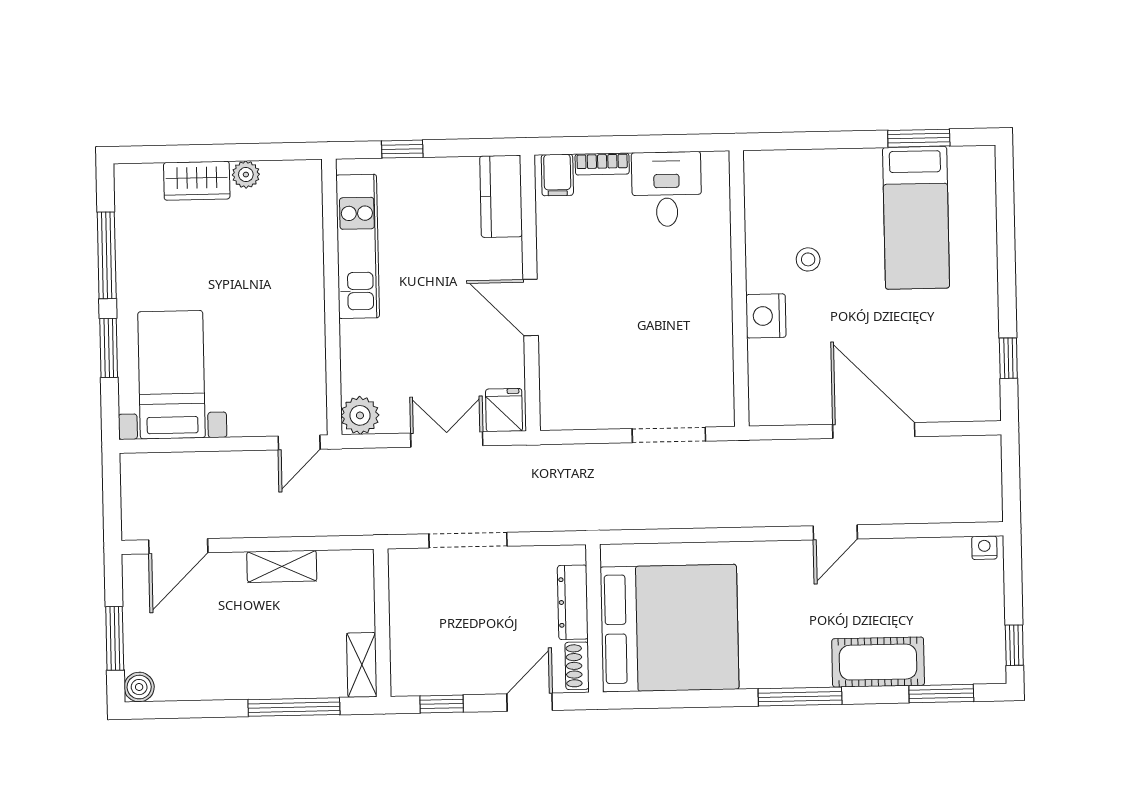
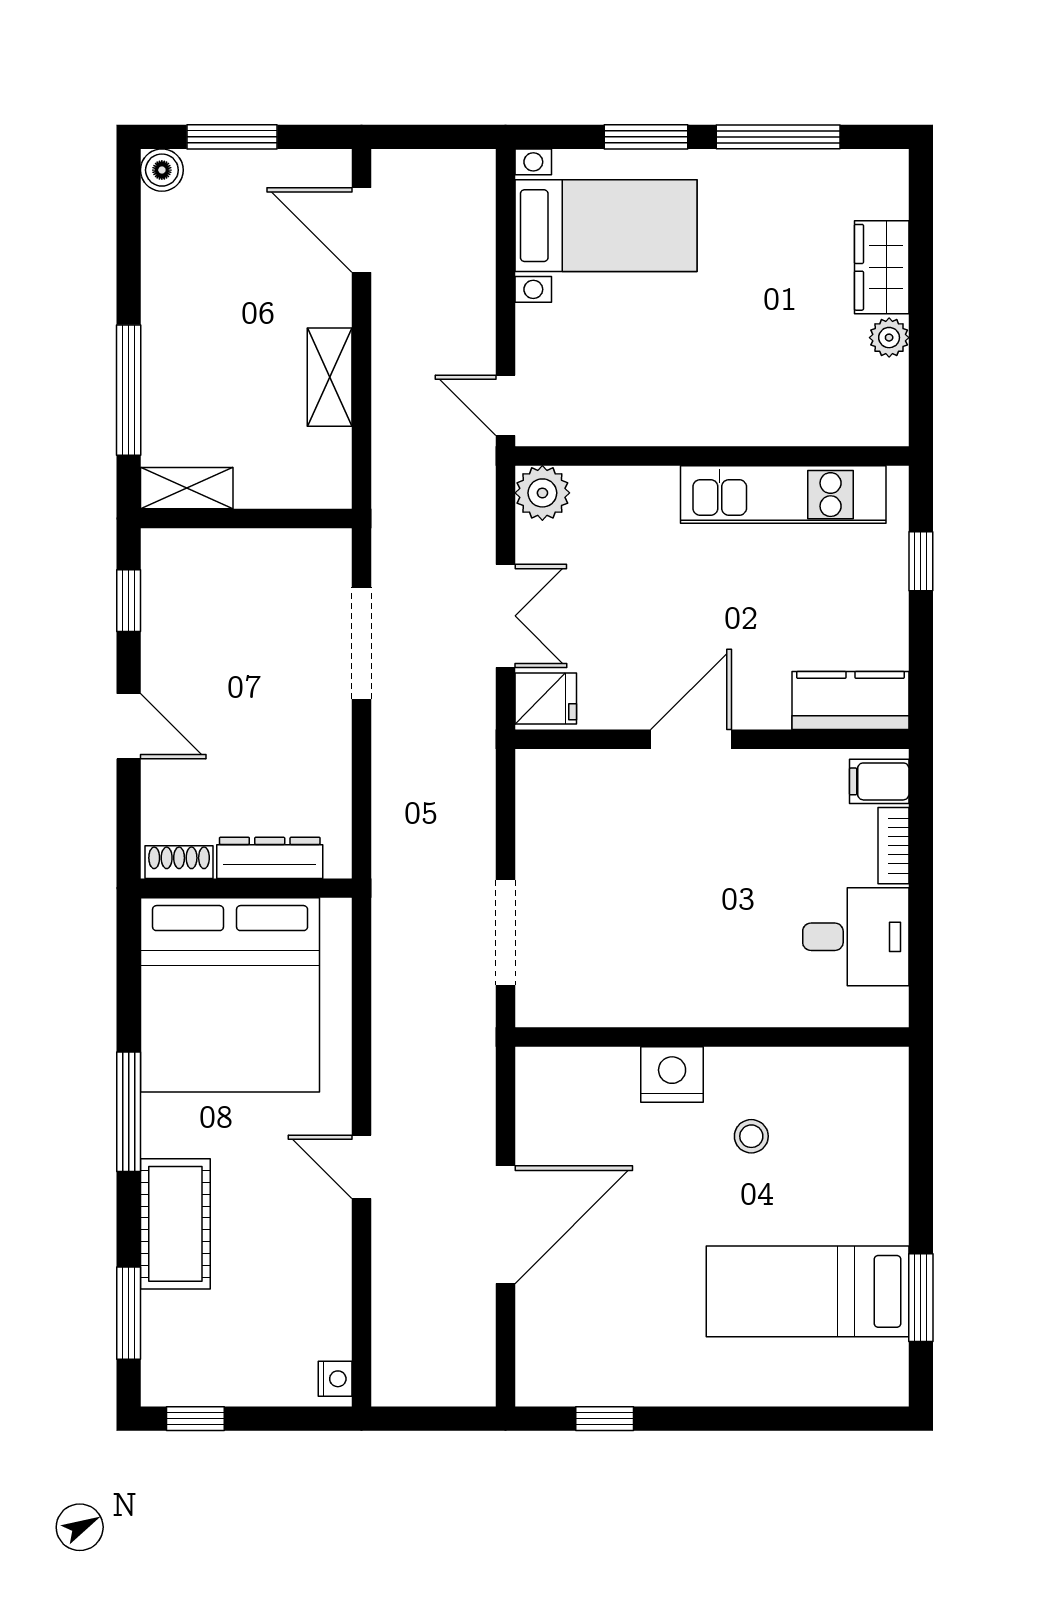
dresser: (573, 602) -> (270, 858), moved
wall: (594, 618) -> (246, 888), moved
bed: (669, 628) -> (230, 995), moved
shoe rack: (577, 666) -> (179, 862), moved

